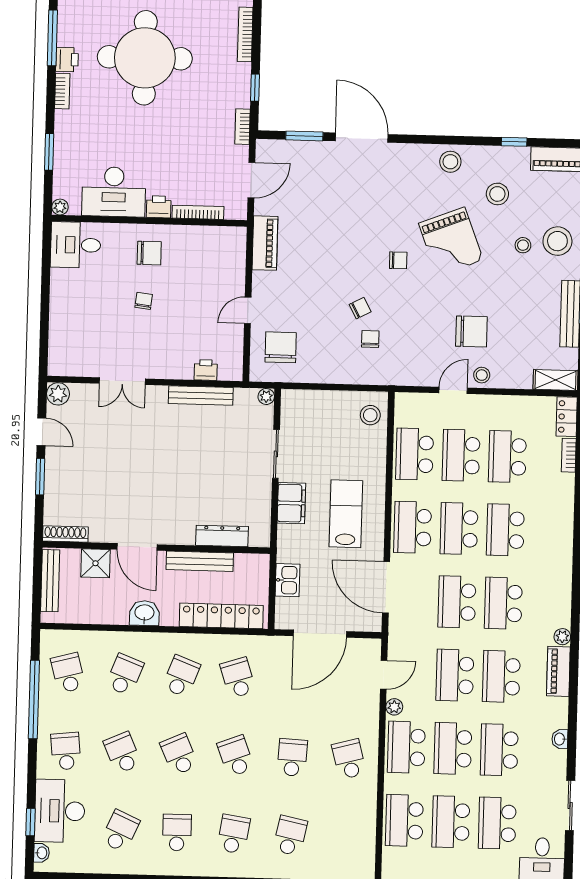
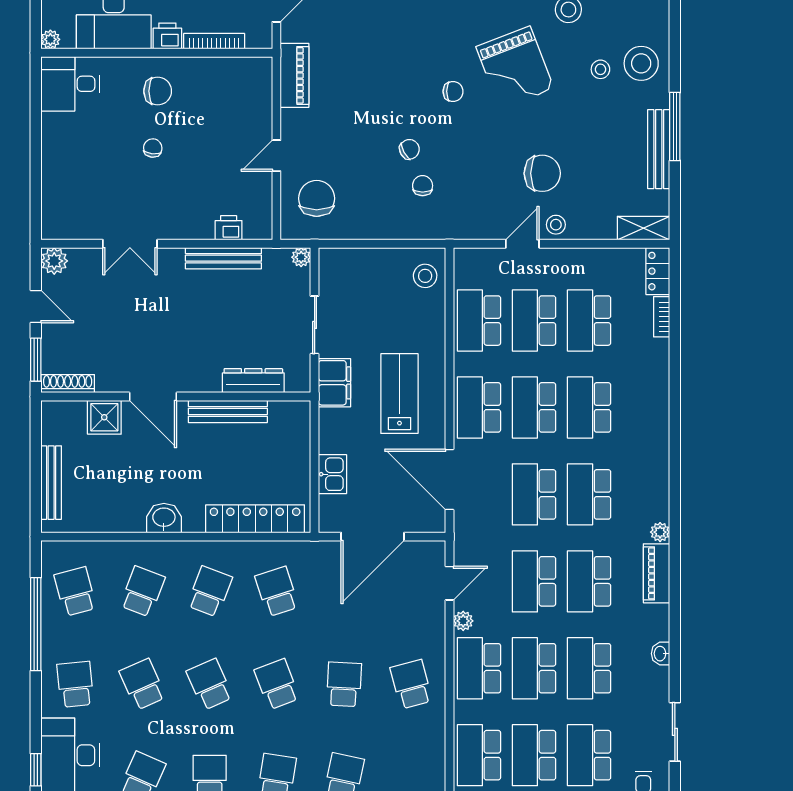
shoe rack: (65, 534) -> (68, 384), moved
dresser: (222, 536) -> (253, 381), moved
door: (137, 547) -> (153, 397), moved
wall: (156, 547) -> (176, 397), moved
bench: (200, 561) -> (228, 411), moved
shower: (95, 563) -> (104, 417), moved

